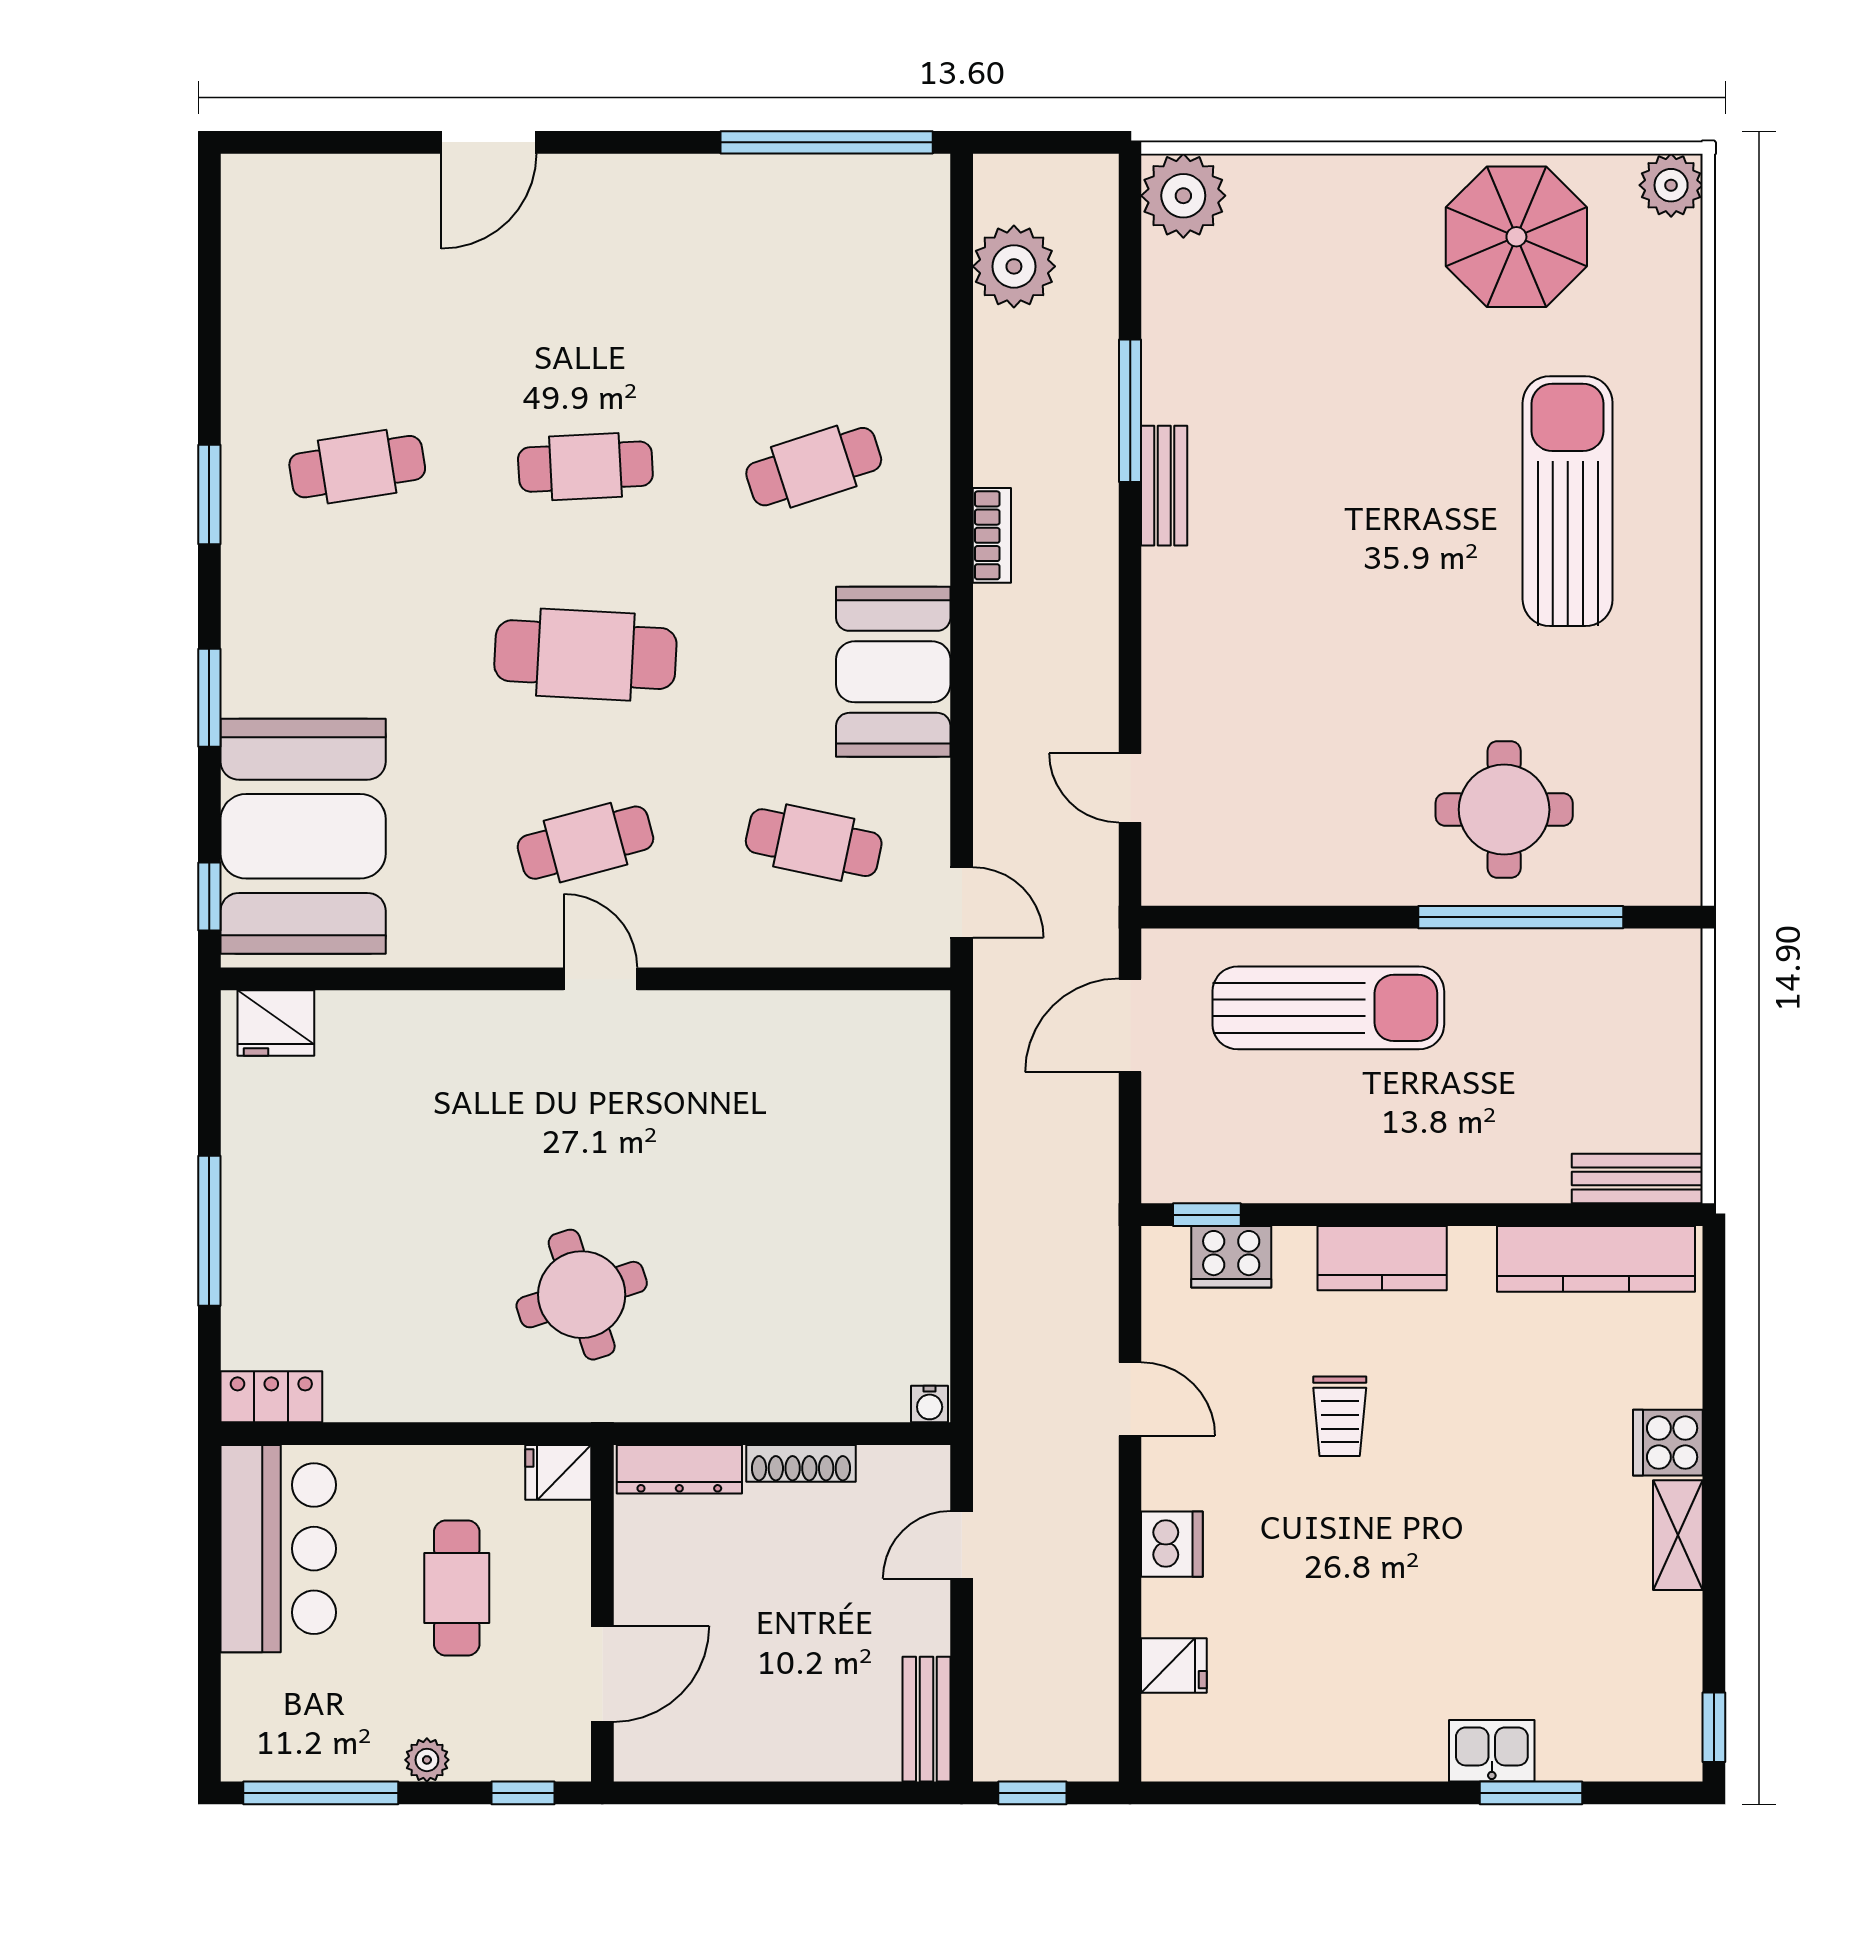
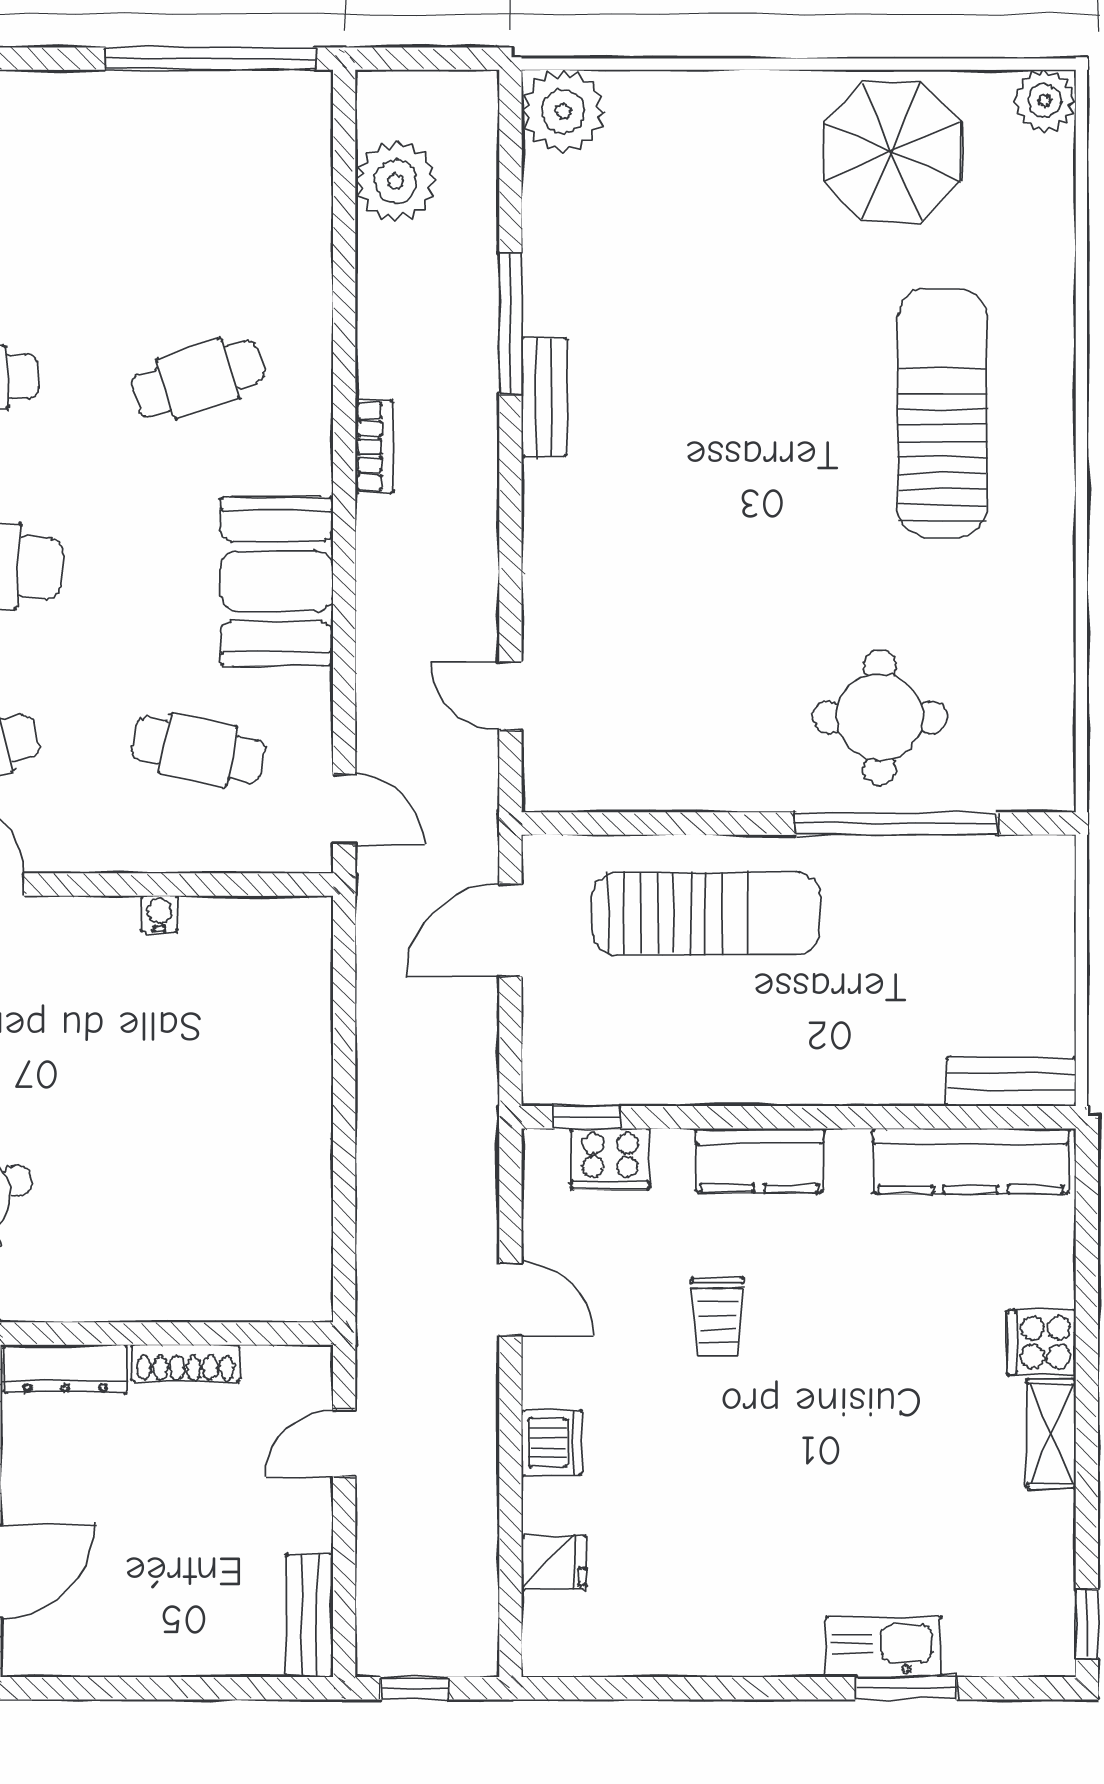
water cooler: (930, 1404) -> (159, 914), moved, turned 180
kitchen sink: (1492, 1751) -> (883, 1647), width x1.38

